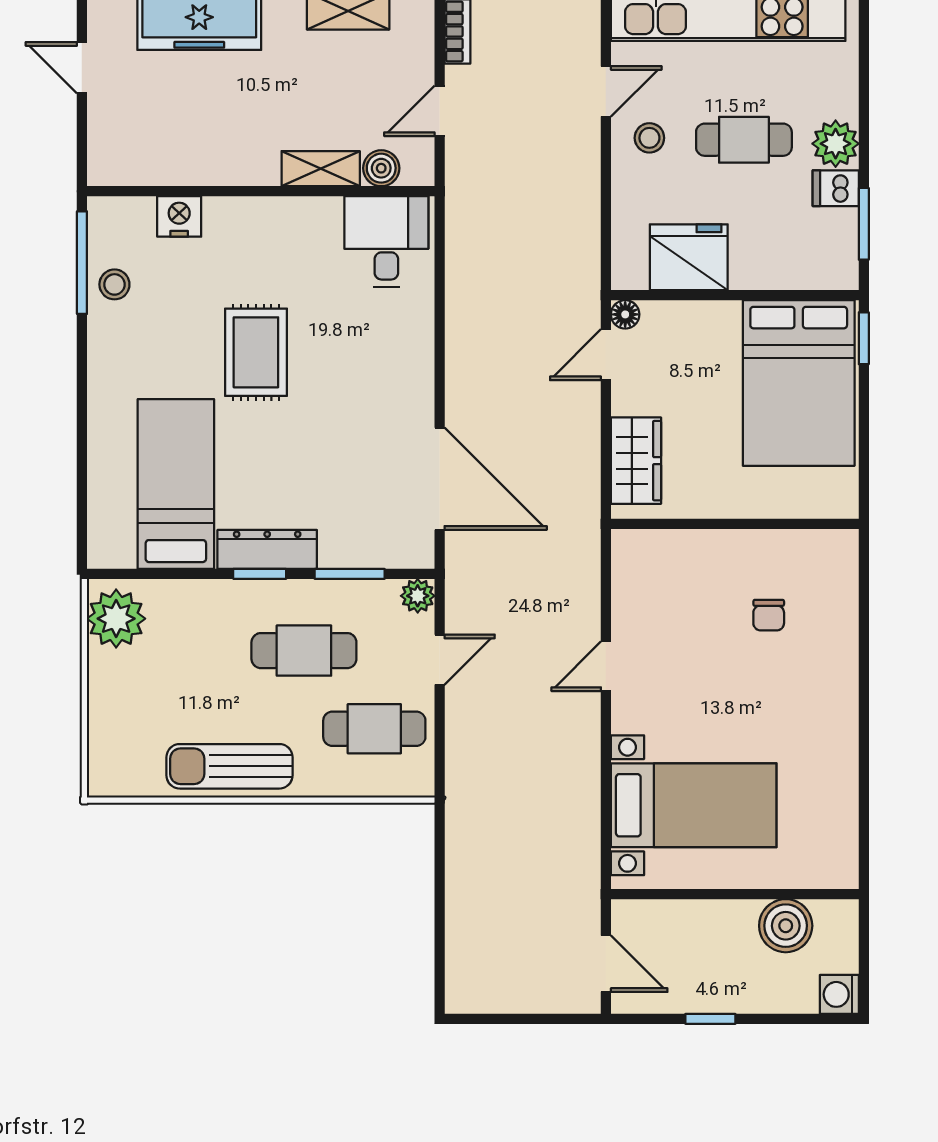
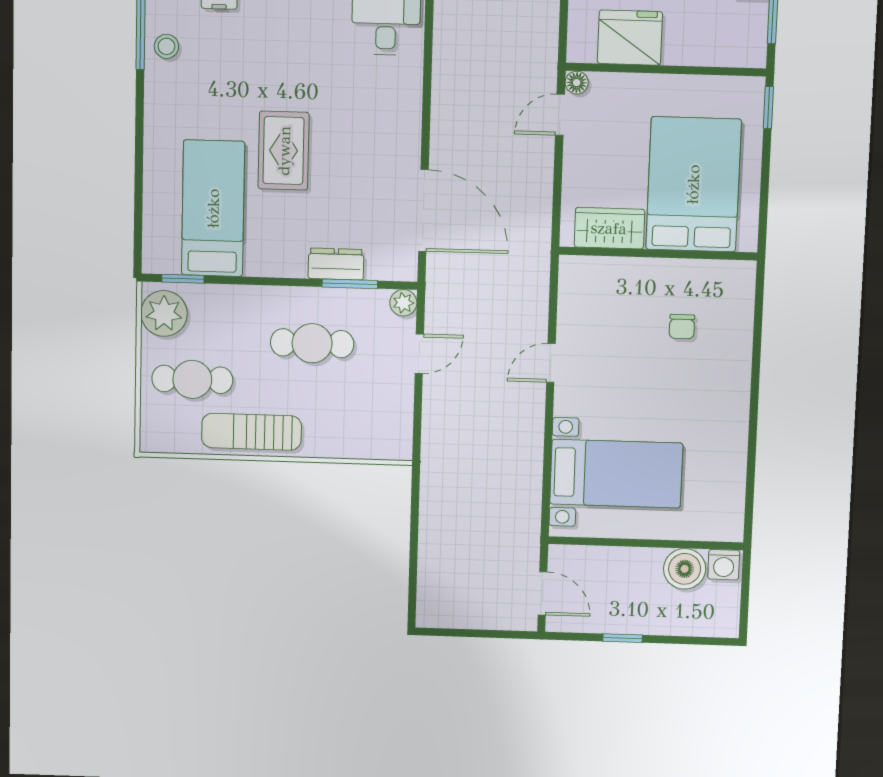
rug: (256, 352) -> (284, 151), moved
bed: (799, 383) -> (693, 184), moved, turned 180
wardrobe: (636, 461) -> (609, 228), moved, turned -90
dresser: (267, 549) -> (336, 264), moved, width x0.70
window: (260, 574) -> (183, 279), moved
cafe table: (374, 729) -> (192, 379), moved
washing machine: (839, 994) -> (724, 565), moved, turned -90

